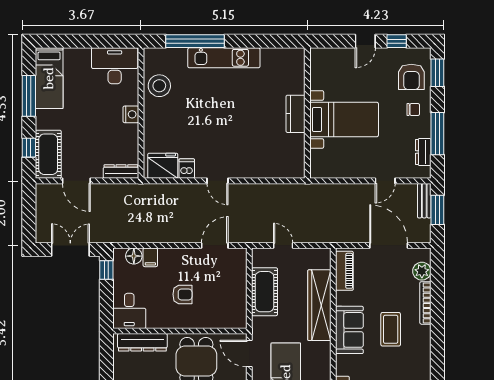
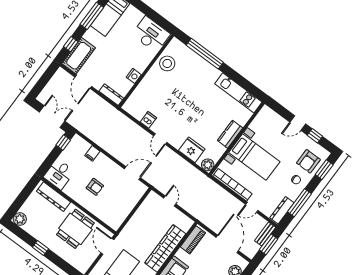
kitchen unit: (224, 58) -> (238, 93), moved
nightstand: (131, 114) -> (134, 76), moved
dresser: (423, 152) -> (282, 210), width x1.44
fridge: (163, 166) -> (192, 150), moved
plant: (296, 170) -> (208, 165), added
bookcase: (343, 171) -> (232, 185), added
floor lamp: (134, 256) -> (84, 146), removed
cot: (265, 292) -> (141, 219), removed

